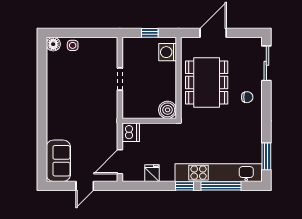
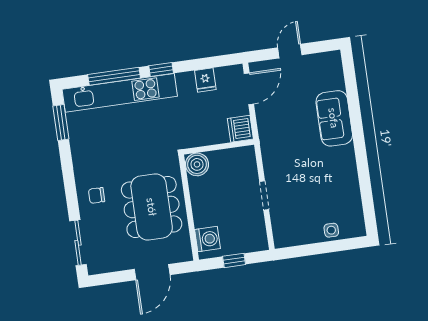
floor lamp: (53, 44) -> (357, 228), removed
sofa: (58, 161) -> (334, 118), moved

